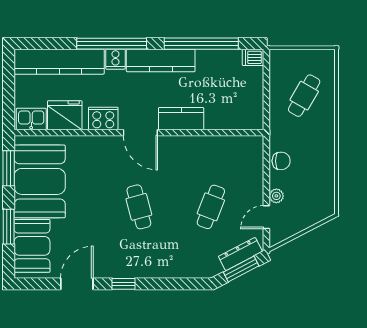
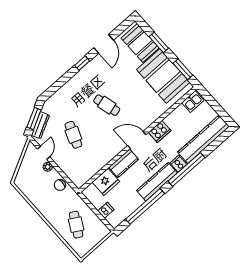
dishwasher: (253, 57) -> (106, 210), moved
fridge: (65, 115) -> (106, 182), moved

